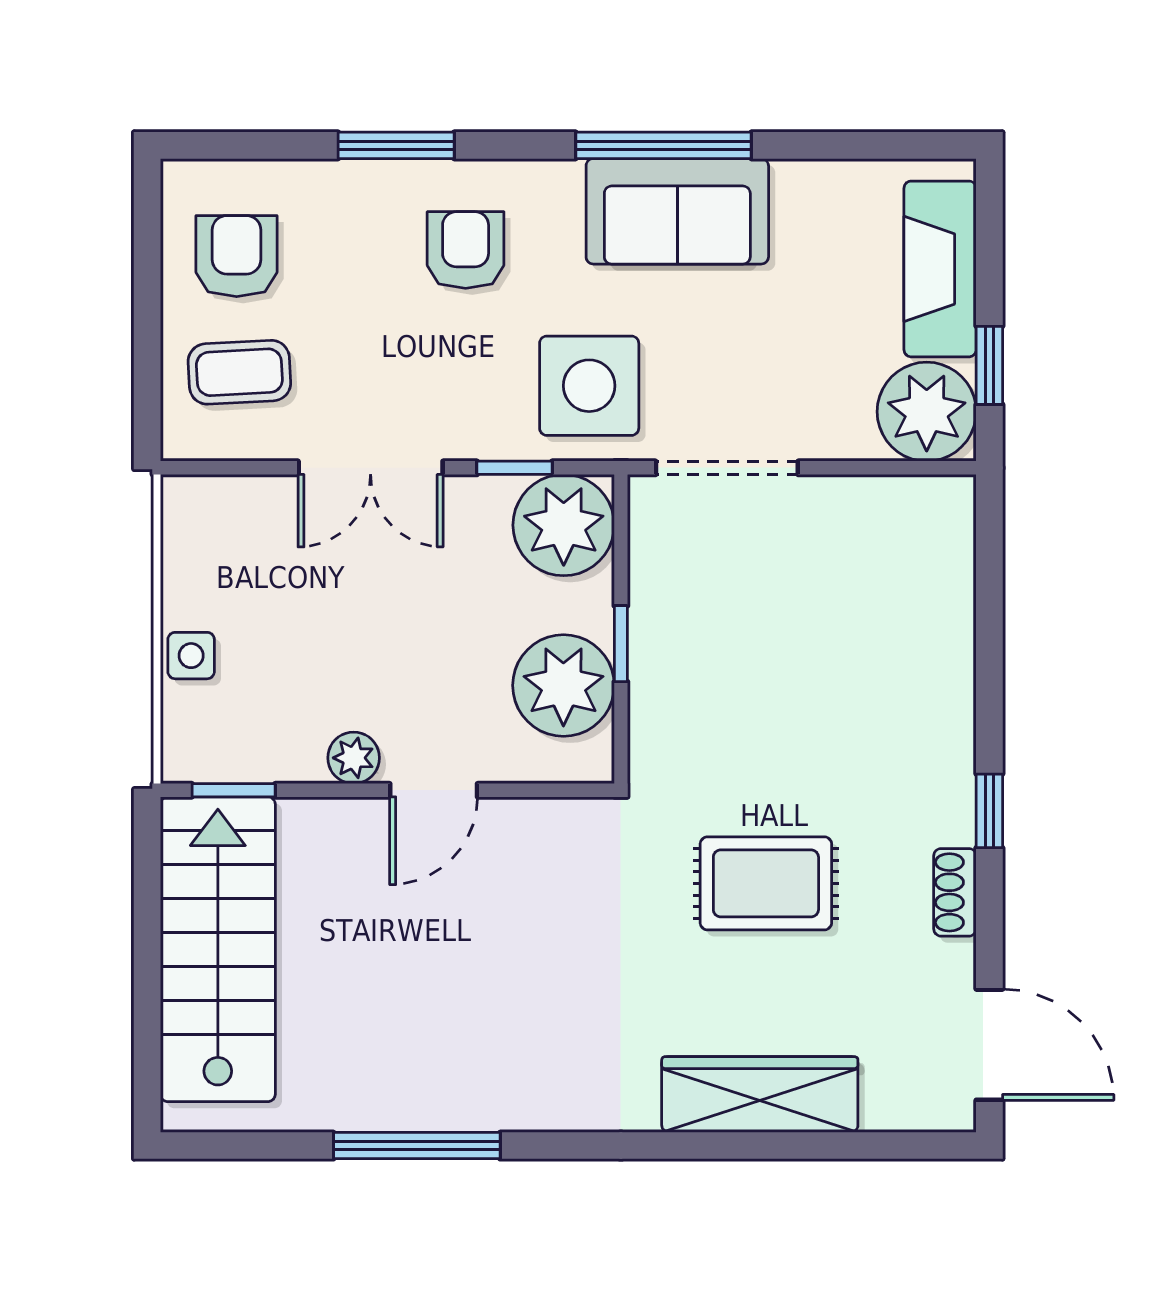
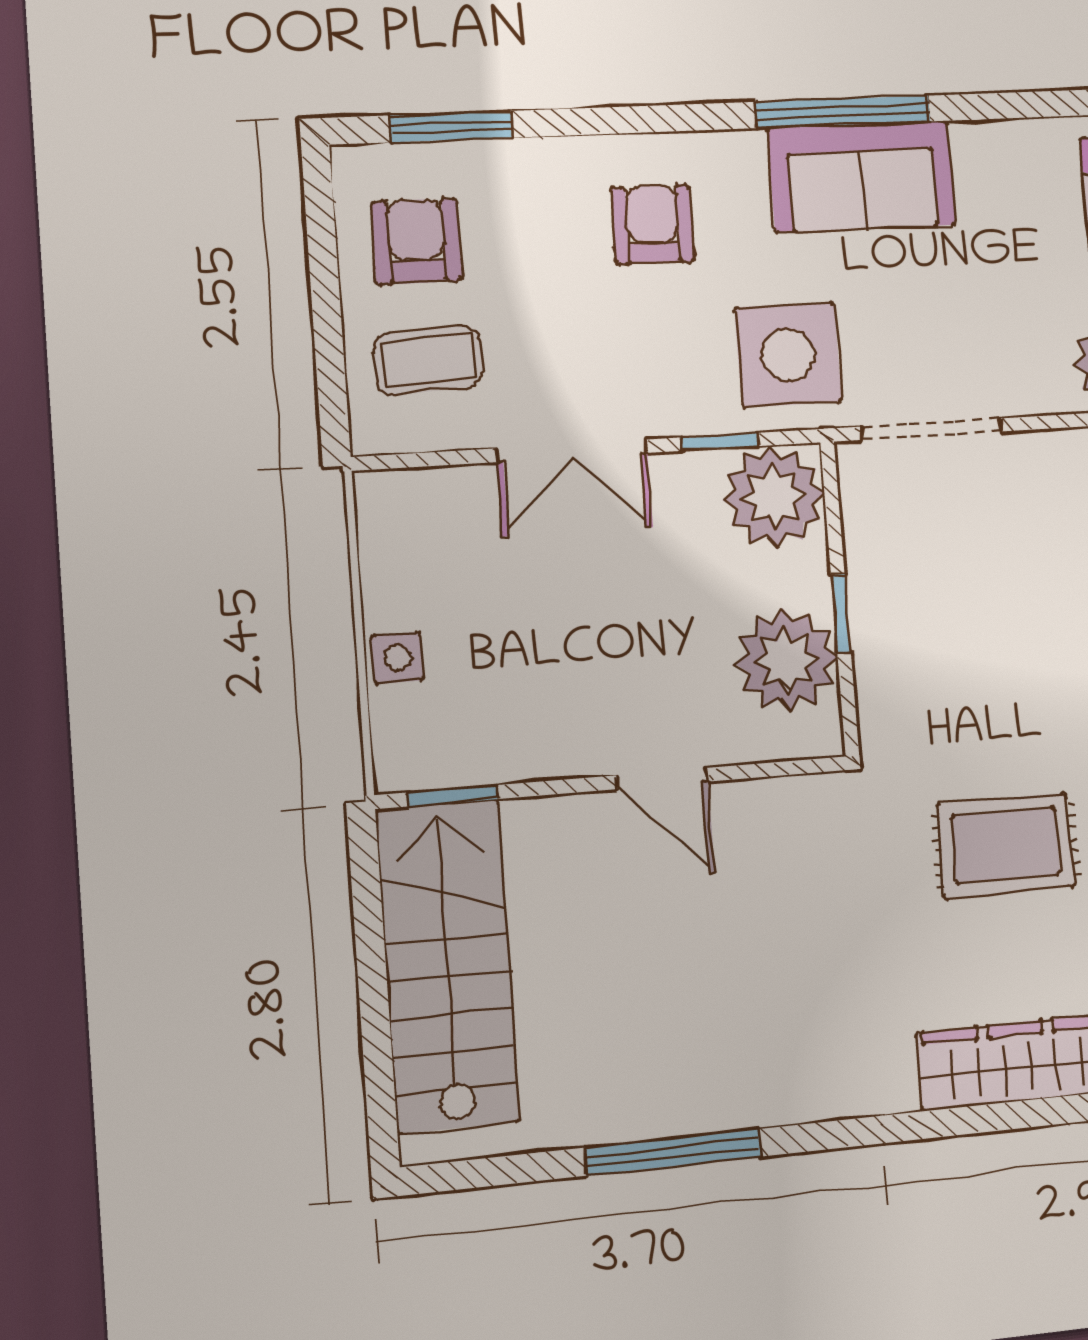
window: (396, 145) -> (452, 127), moved
plant: (354, 758) -> (577, 752), removed
door: (434, 790) -> (662, 778), hinge flipped

